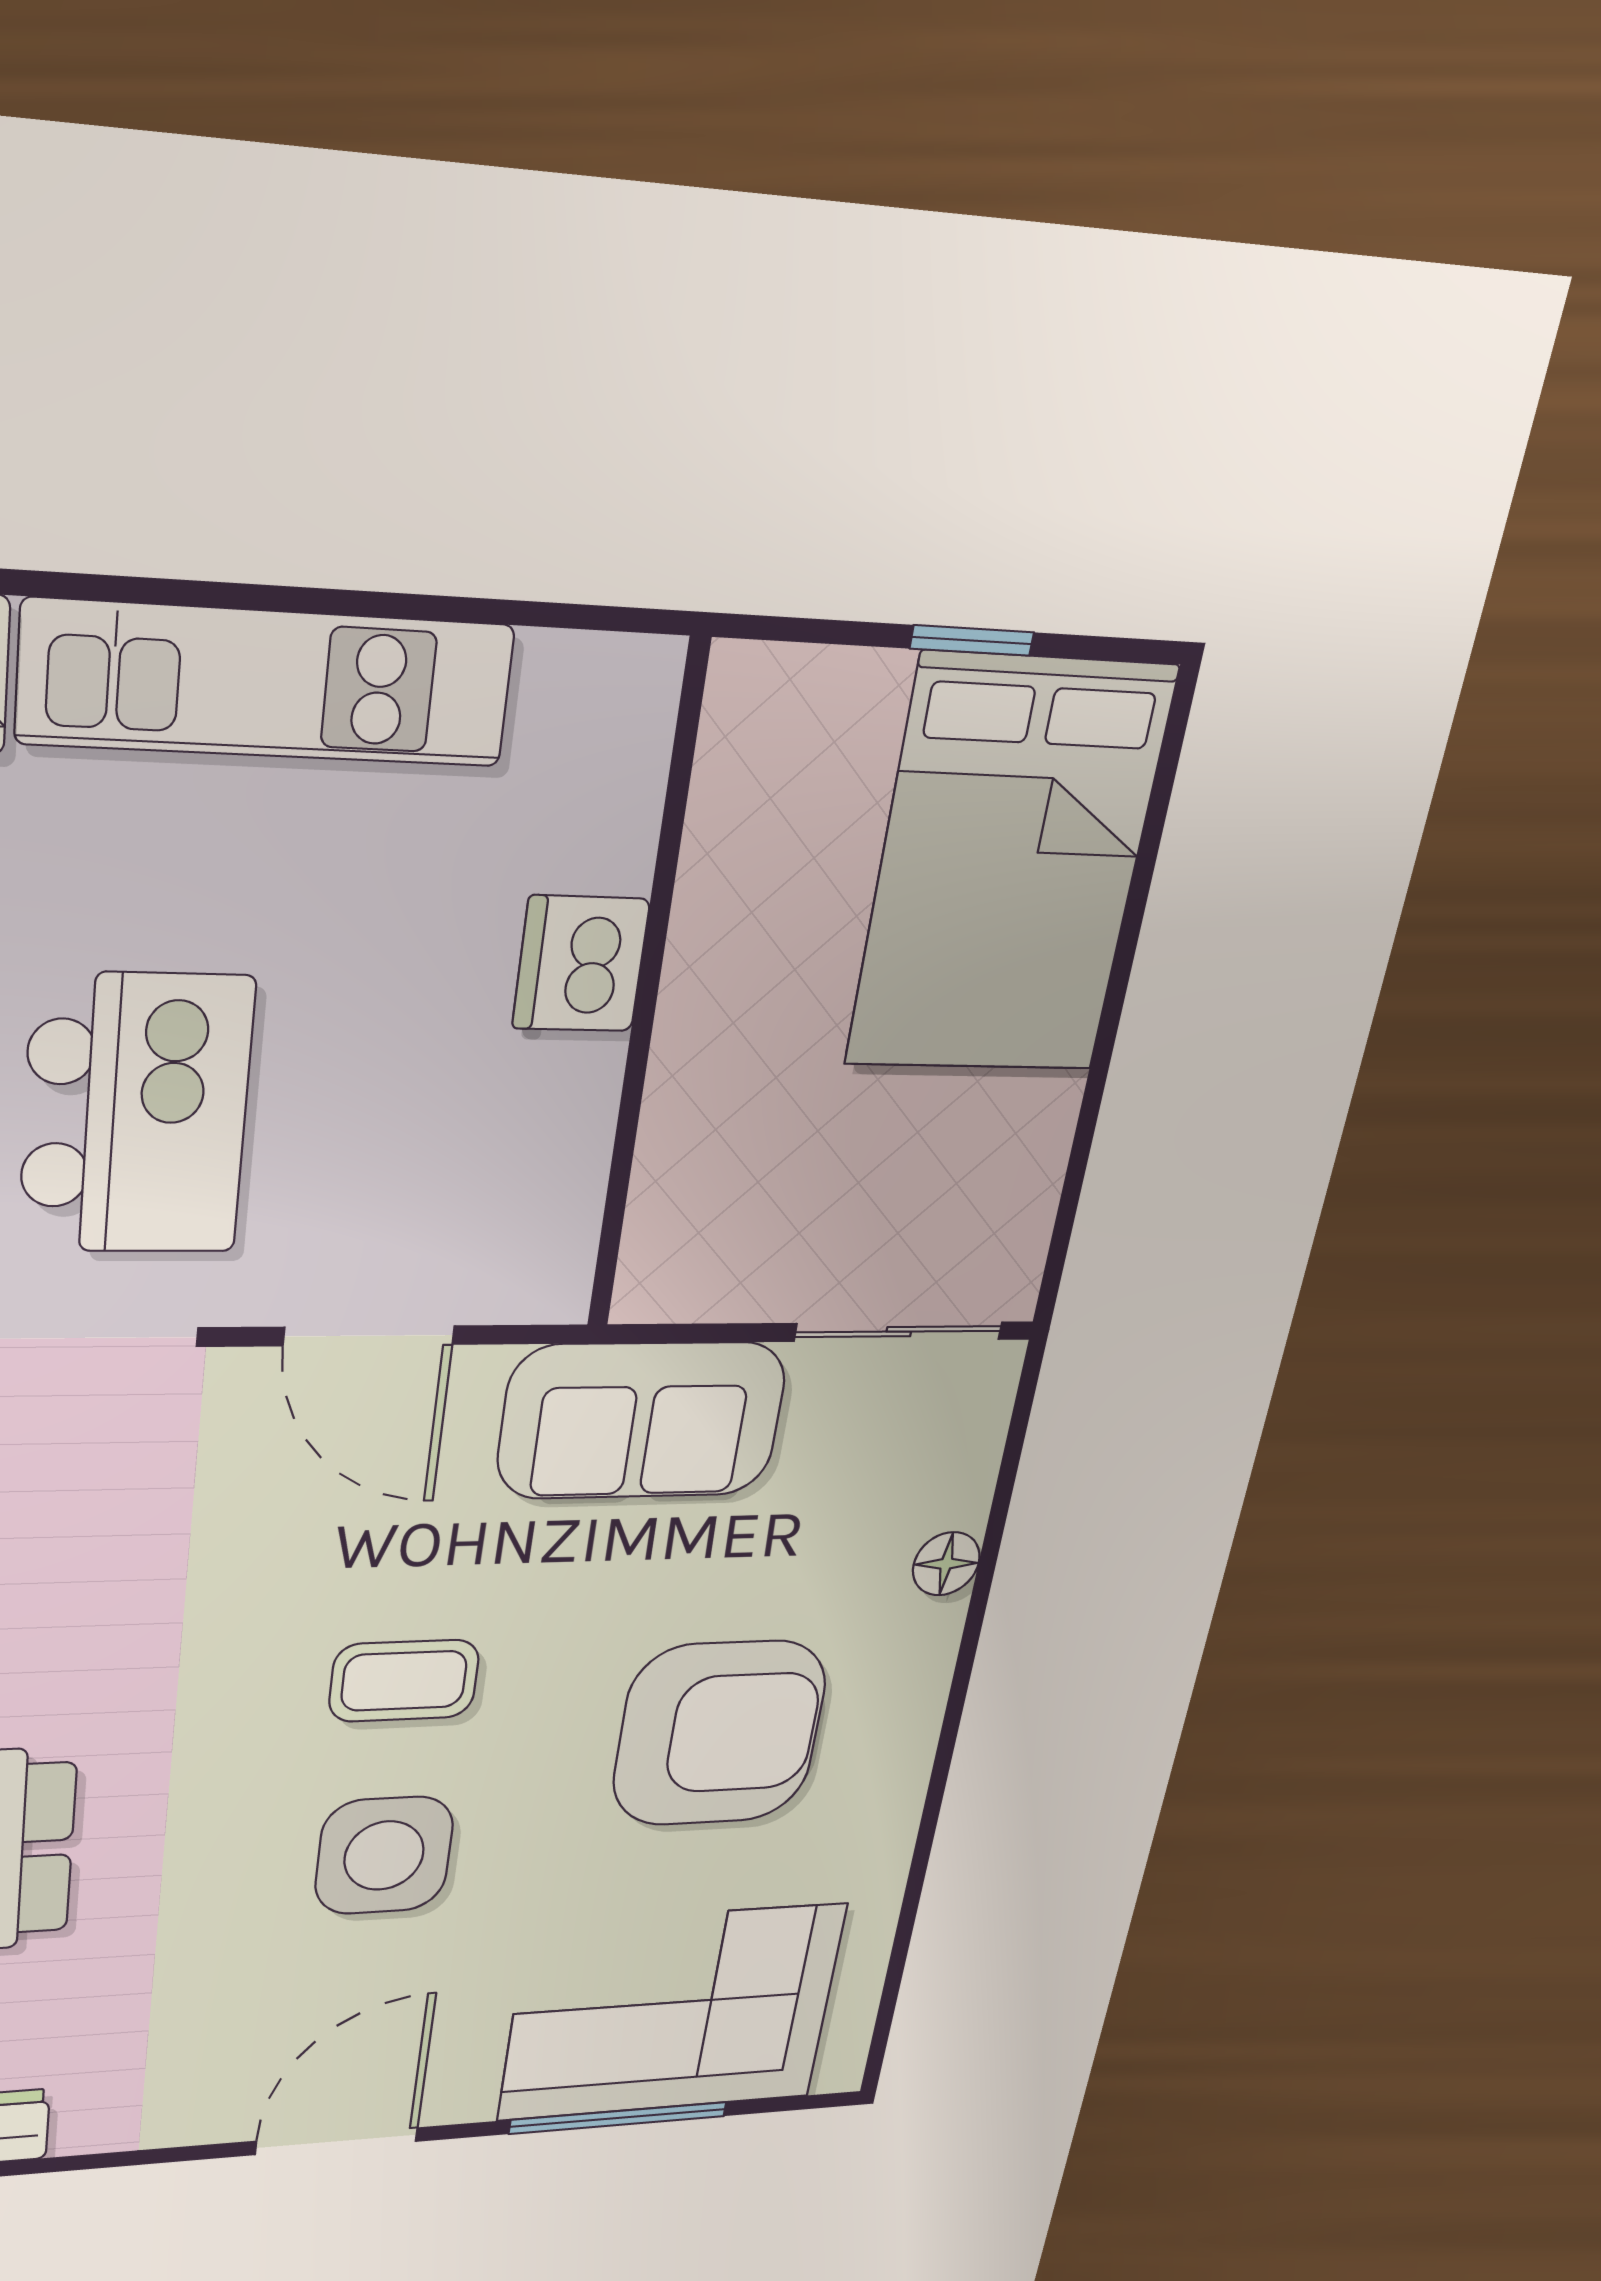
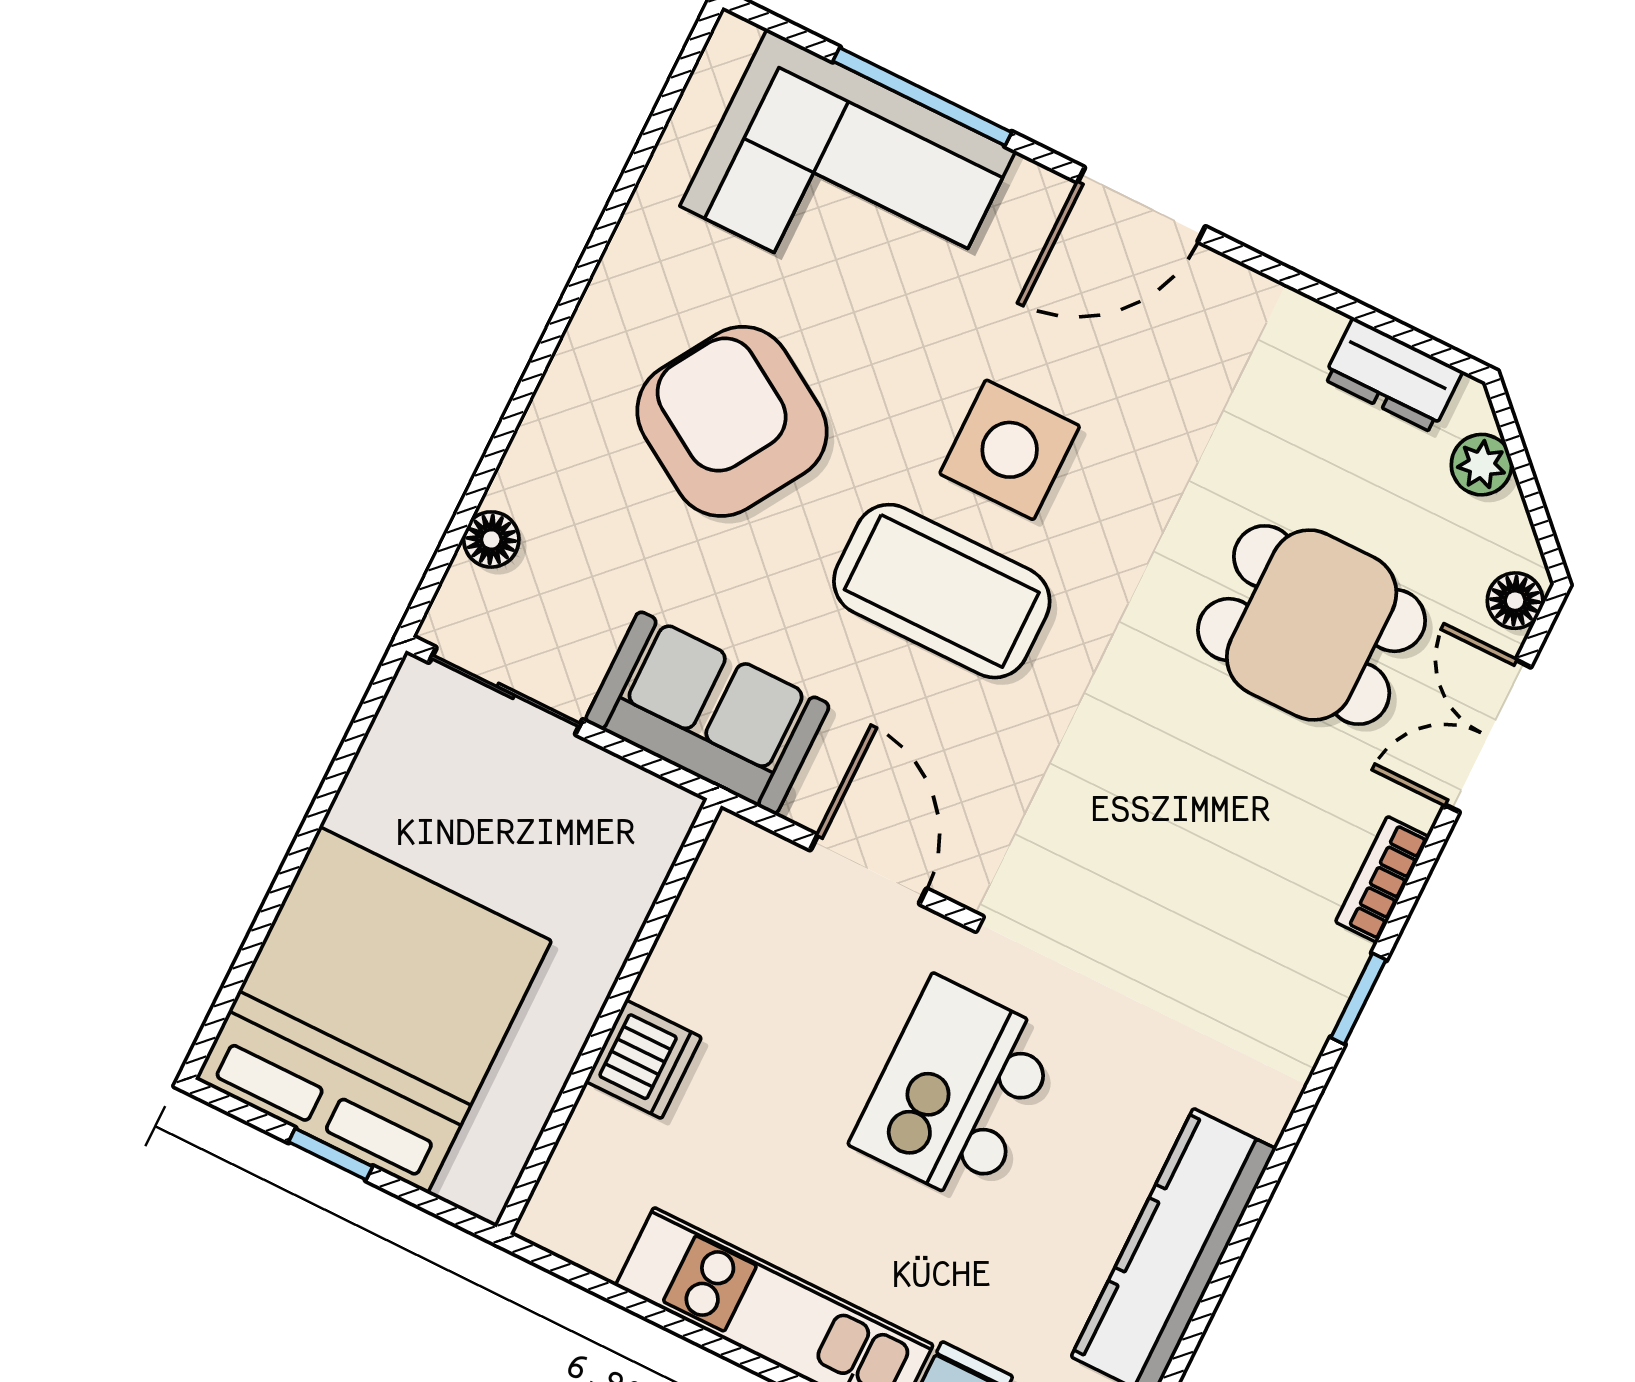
bed: (1009, 868) -> (373, 1010), width x1.36
floor lamp: (946, 1564) -> (491, 539), moved
coffee table: (404, 1681) -> (942, 591), width x1.86, depth x1.72
armchair: (719, 1734) -> (732, 421), turned 32

